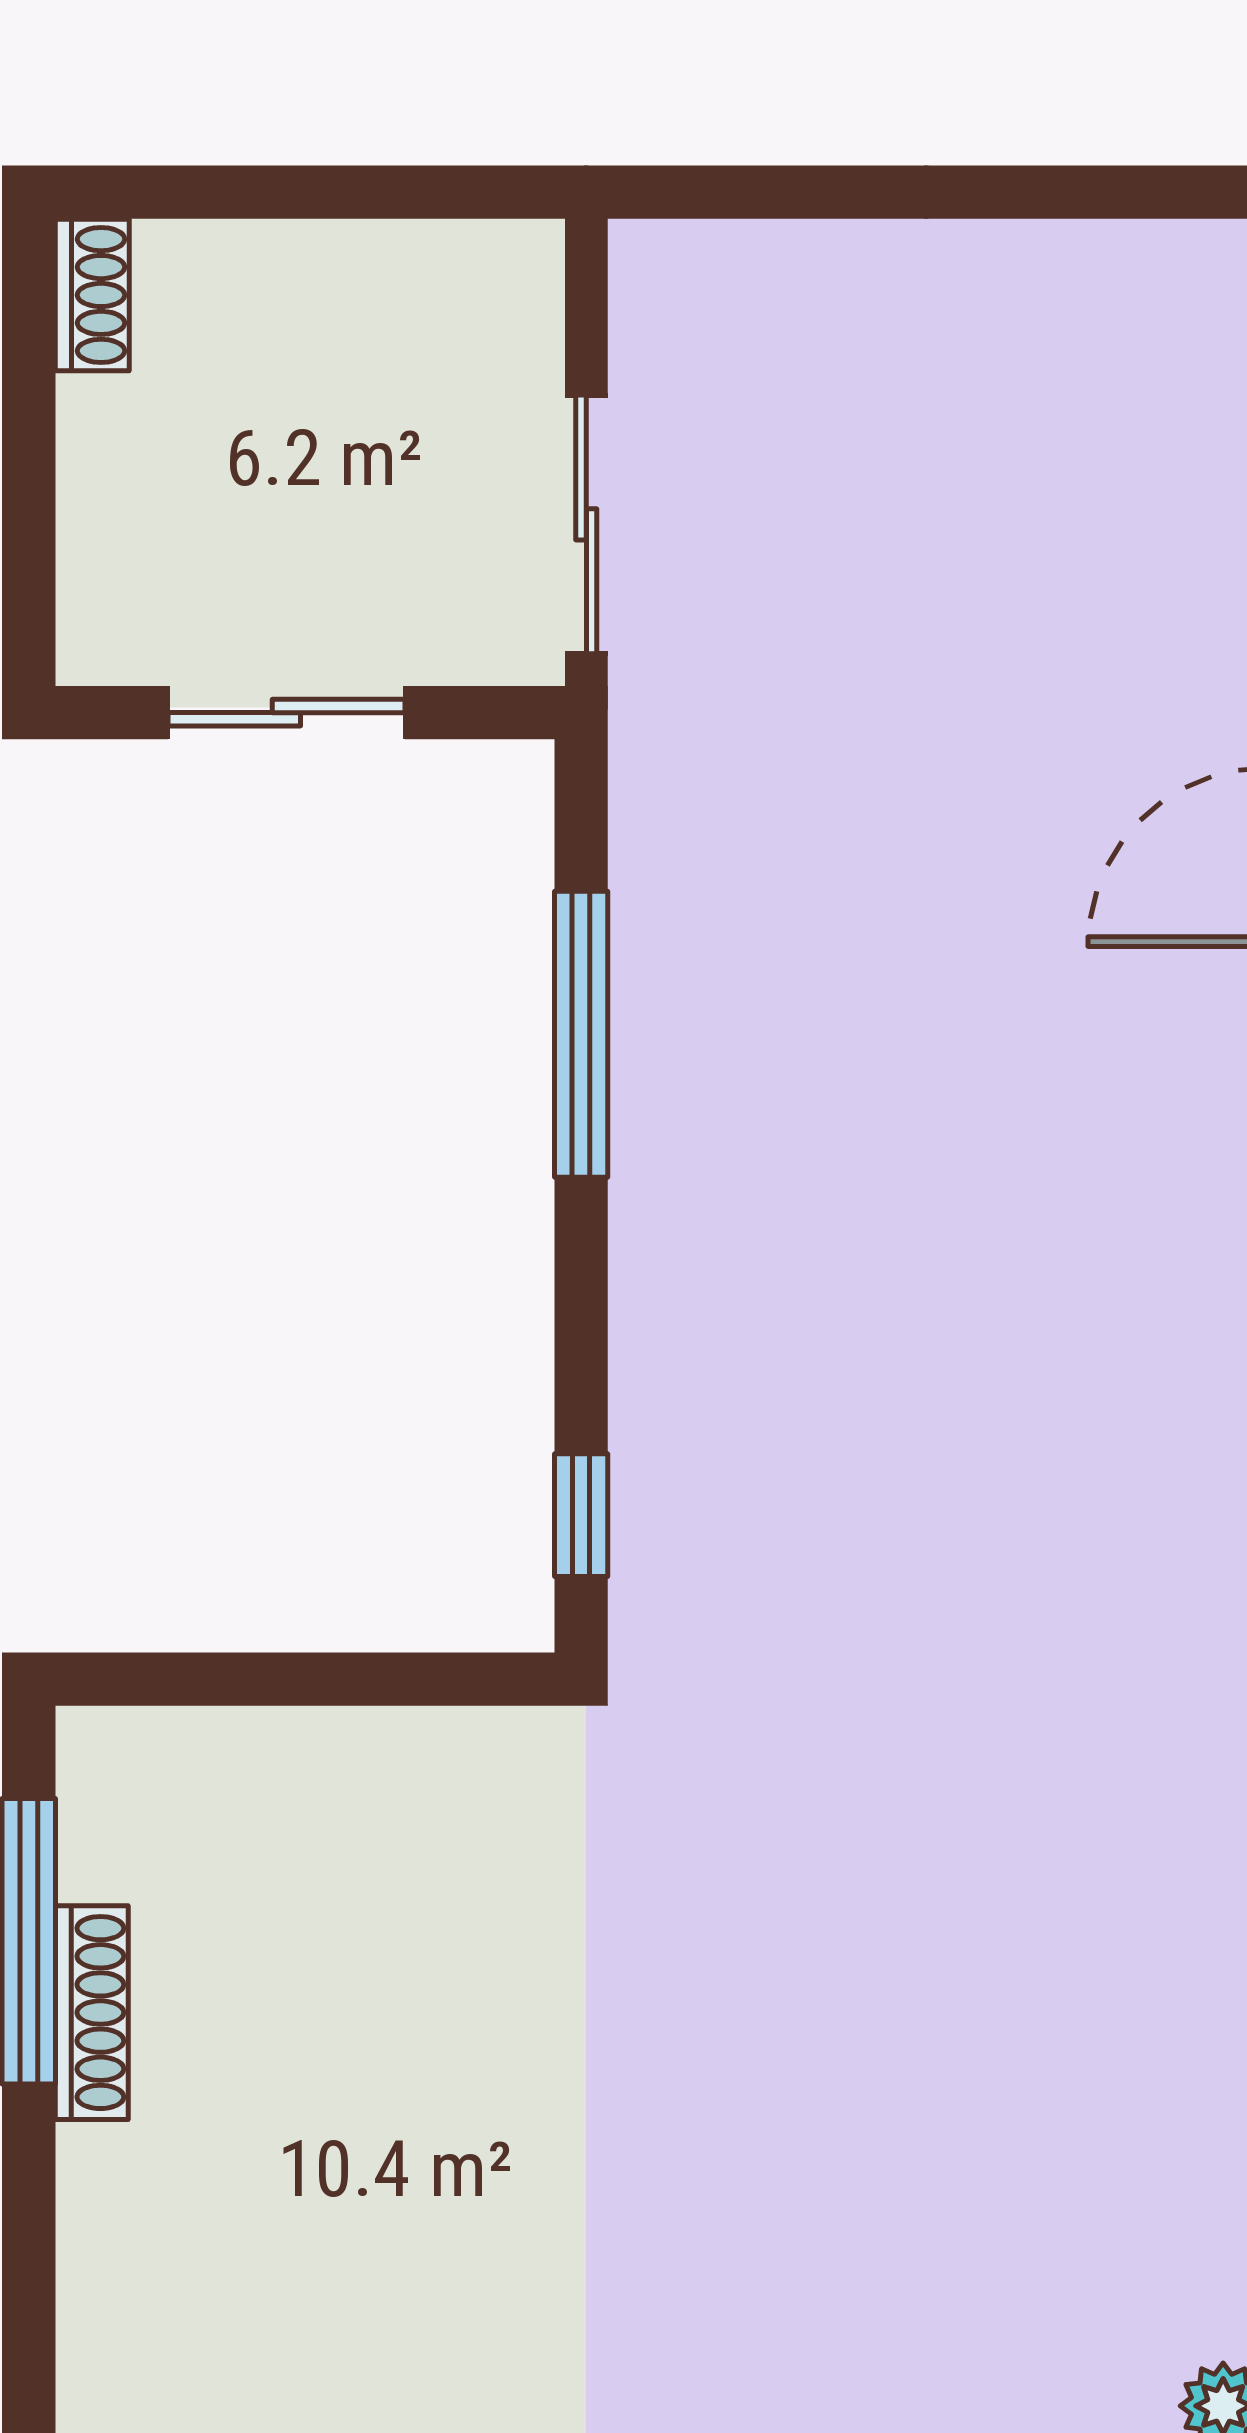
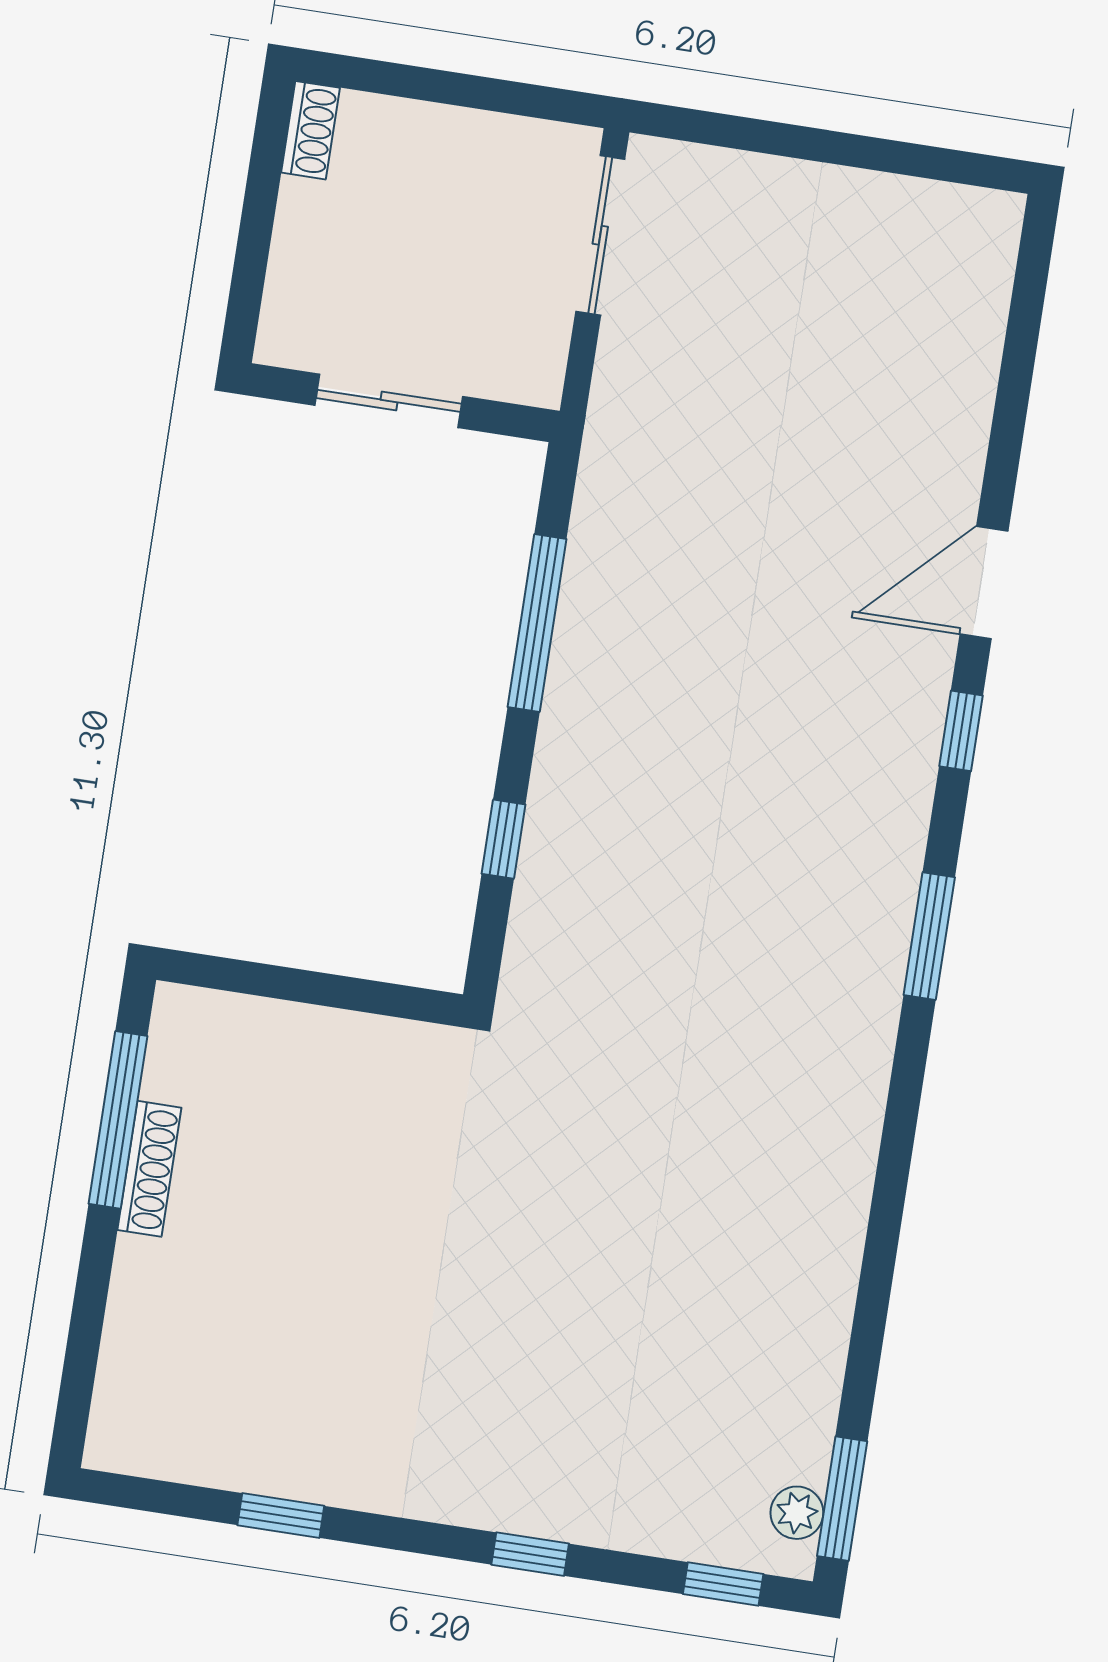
sliding door: (586, 524) -> (600, 235), moved
window: (581, 1515) -> (504, 839), moved

